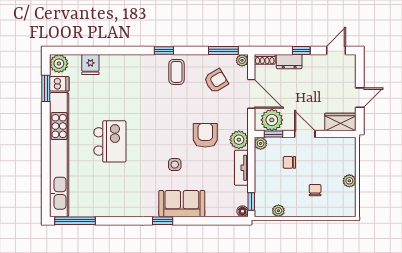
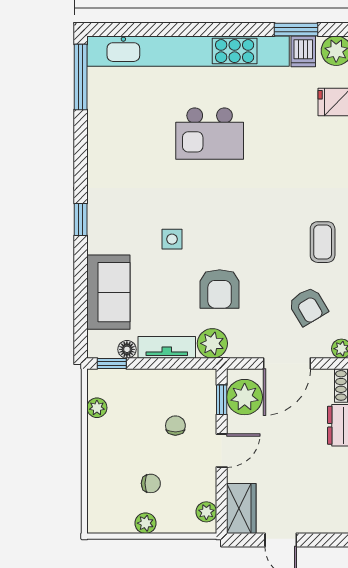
coffee table: (177, 72) -> (323, 242), turned 90
armchair: (205, 135) -> (220, 289), turned 90
plant: (261, 143) -> (206, 512), moved
chair: (315, 190) -> (151, 483), moved
sofa: (182, 204) -> (108, 292), moved
floor lamp: (242, 211) -> (127, 349), moved

